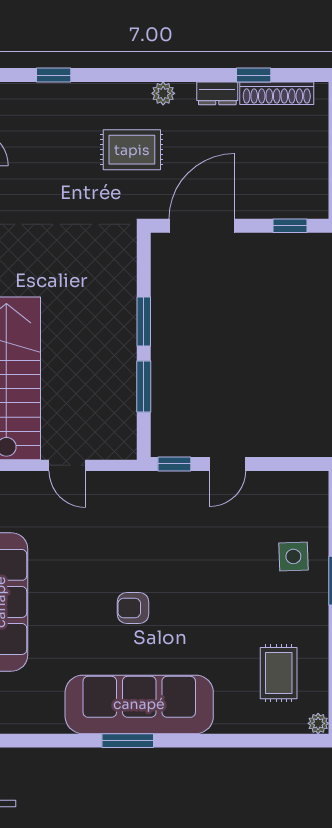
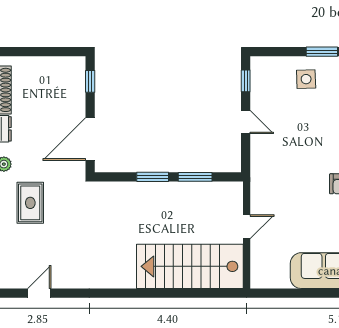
rug: (132, 150) -> (30, 203), moved
door: (202, 226) -> (90, 139), hinge flipped
window: (174, 464) -> (246, 81), moved

